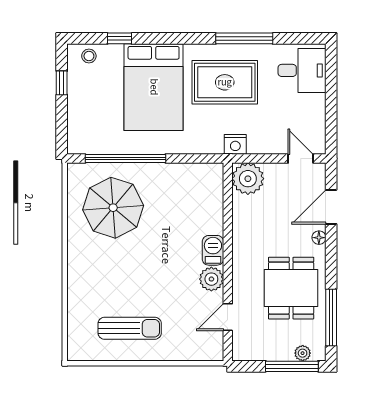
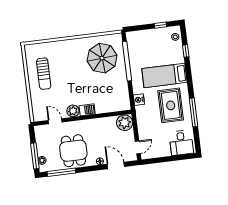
bed: (154, 87) -> (164, 75), width x0.67
nightstand: (235, 144) -> (139, 100), moved
dining table: (291, 288) -> (73, 151), turned 90

